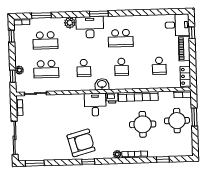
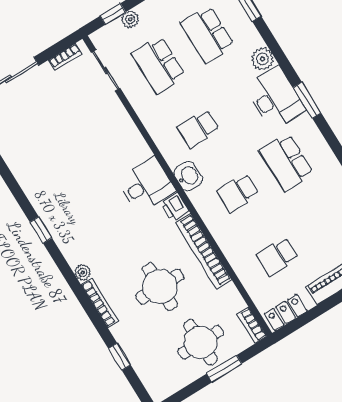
armchair: (81, 143) -> (66, 199), removed

